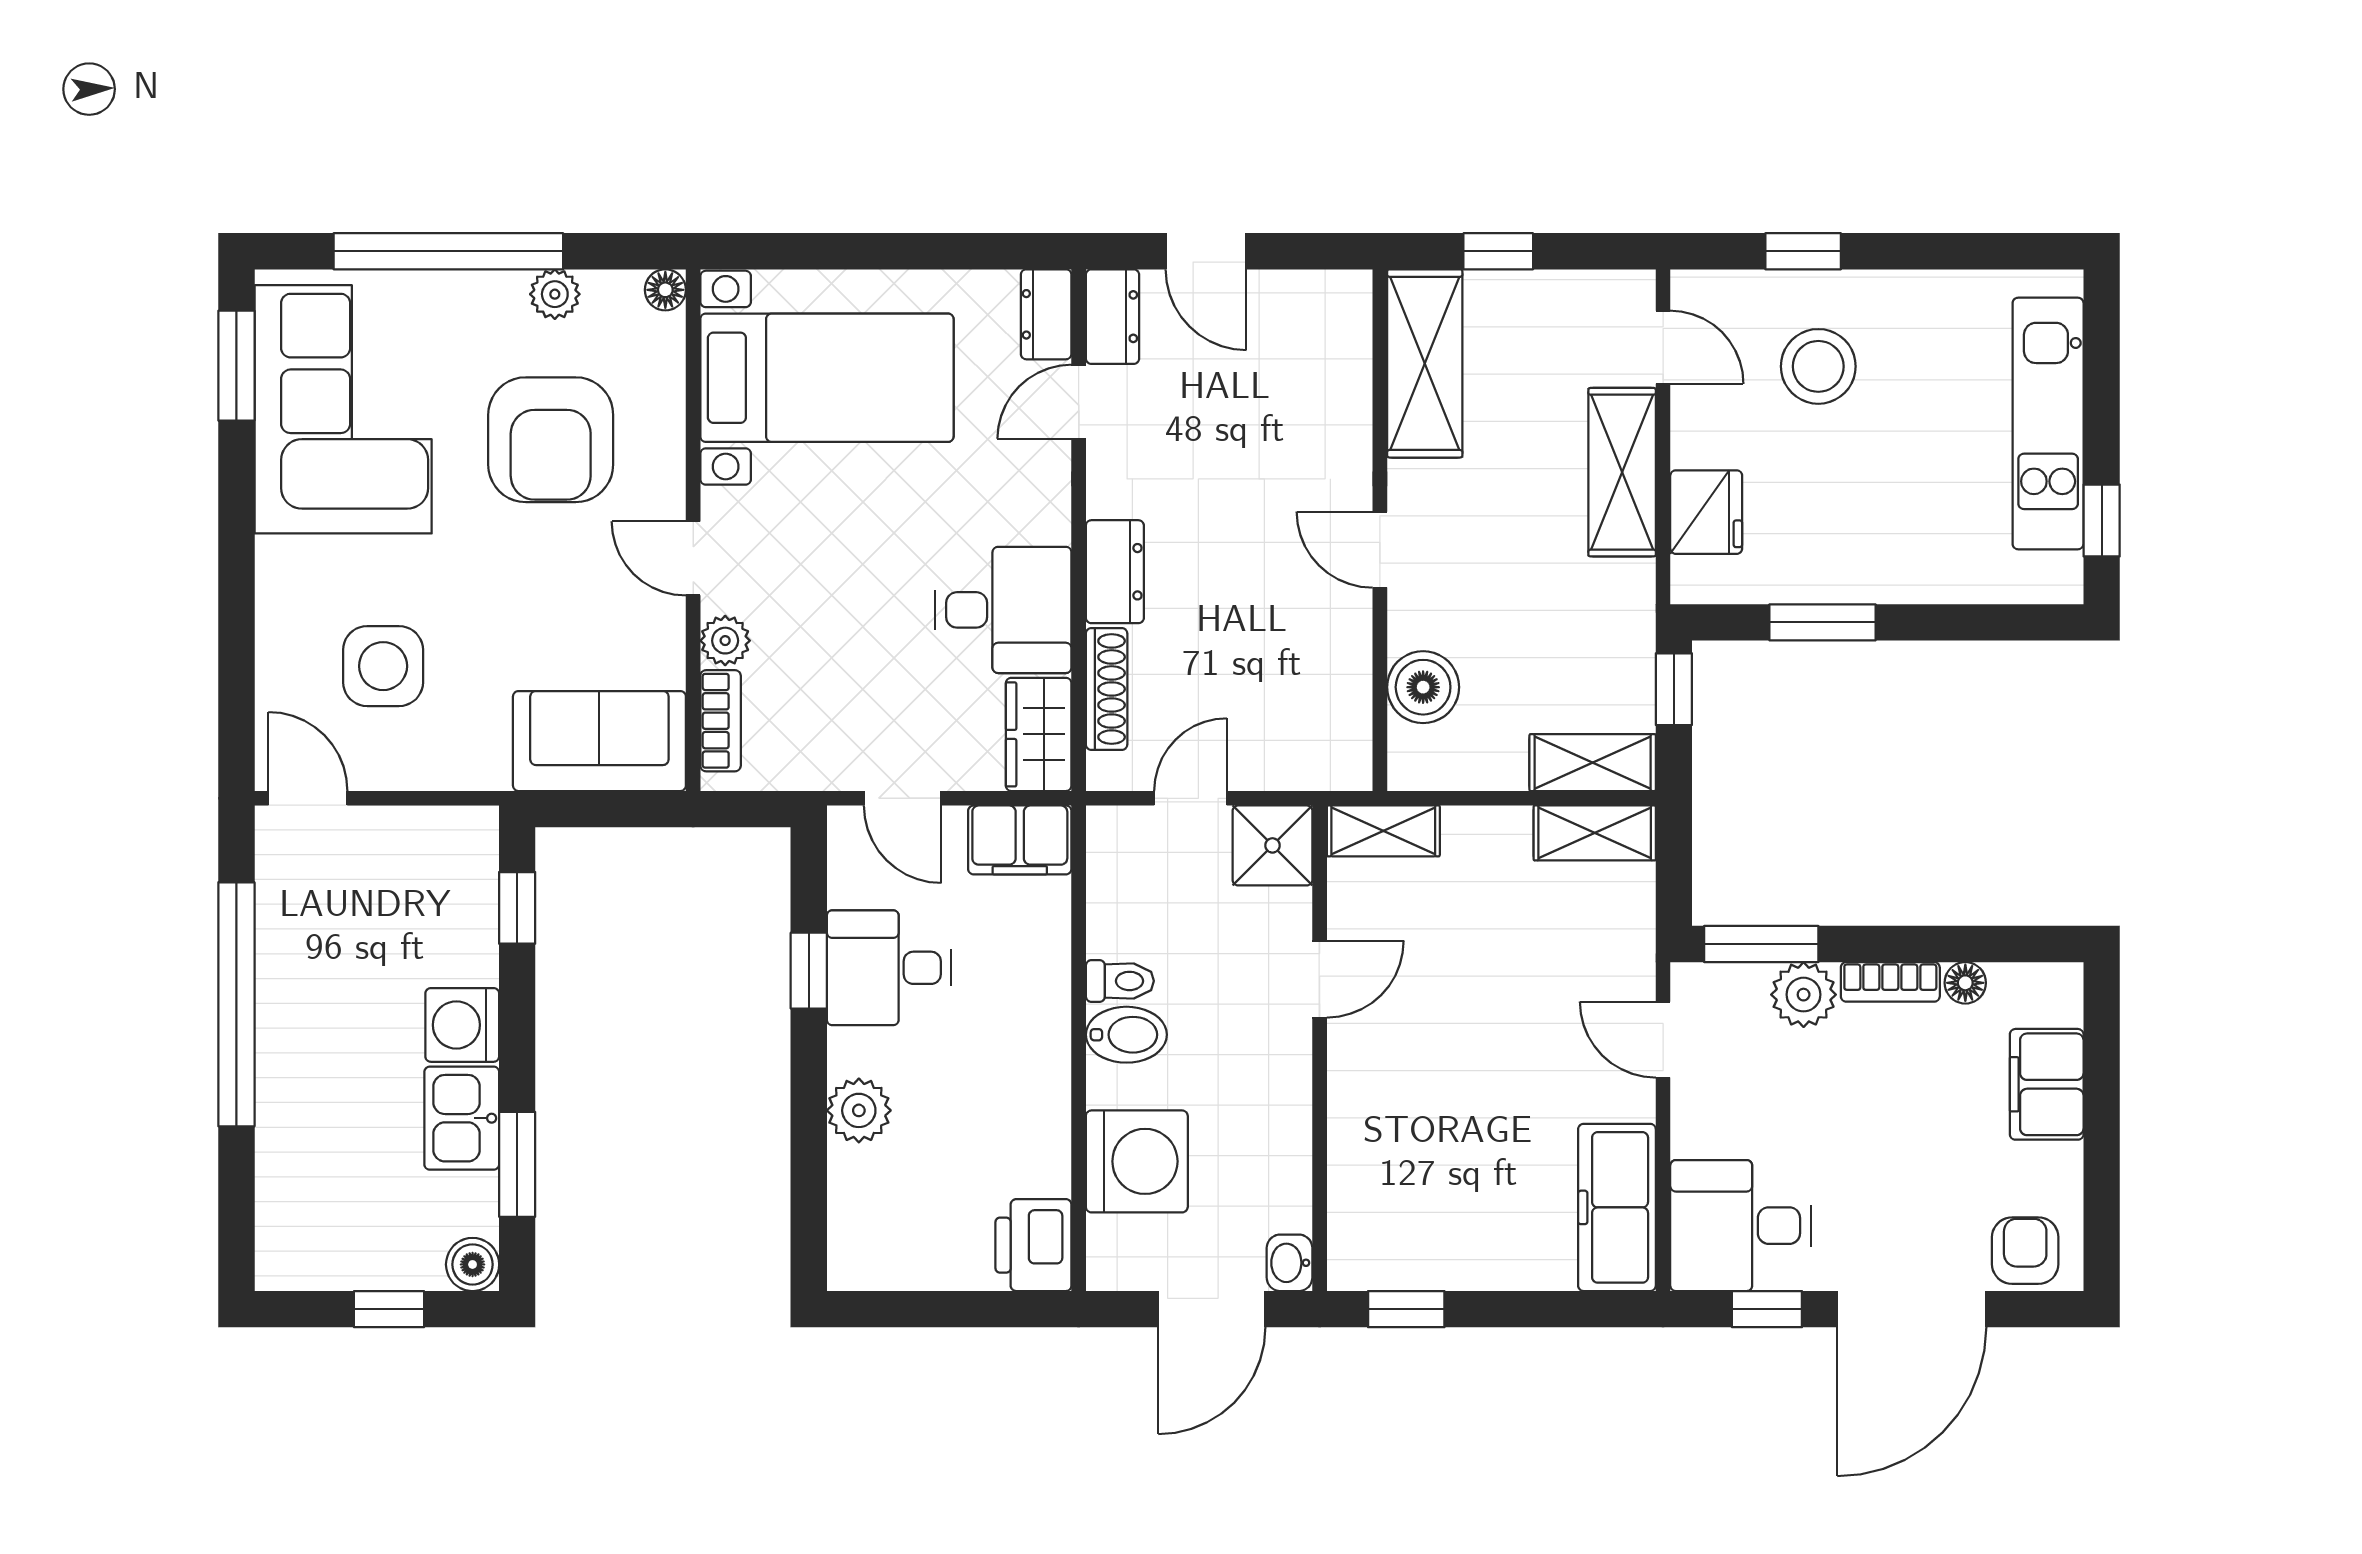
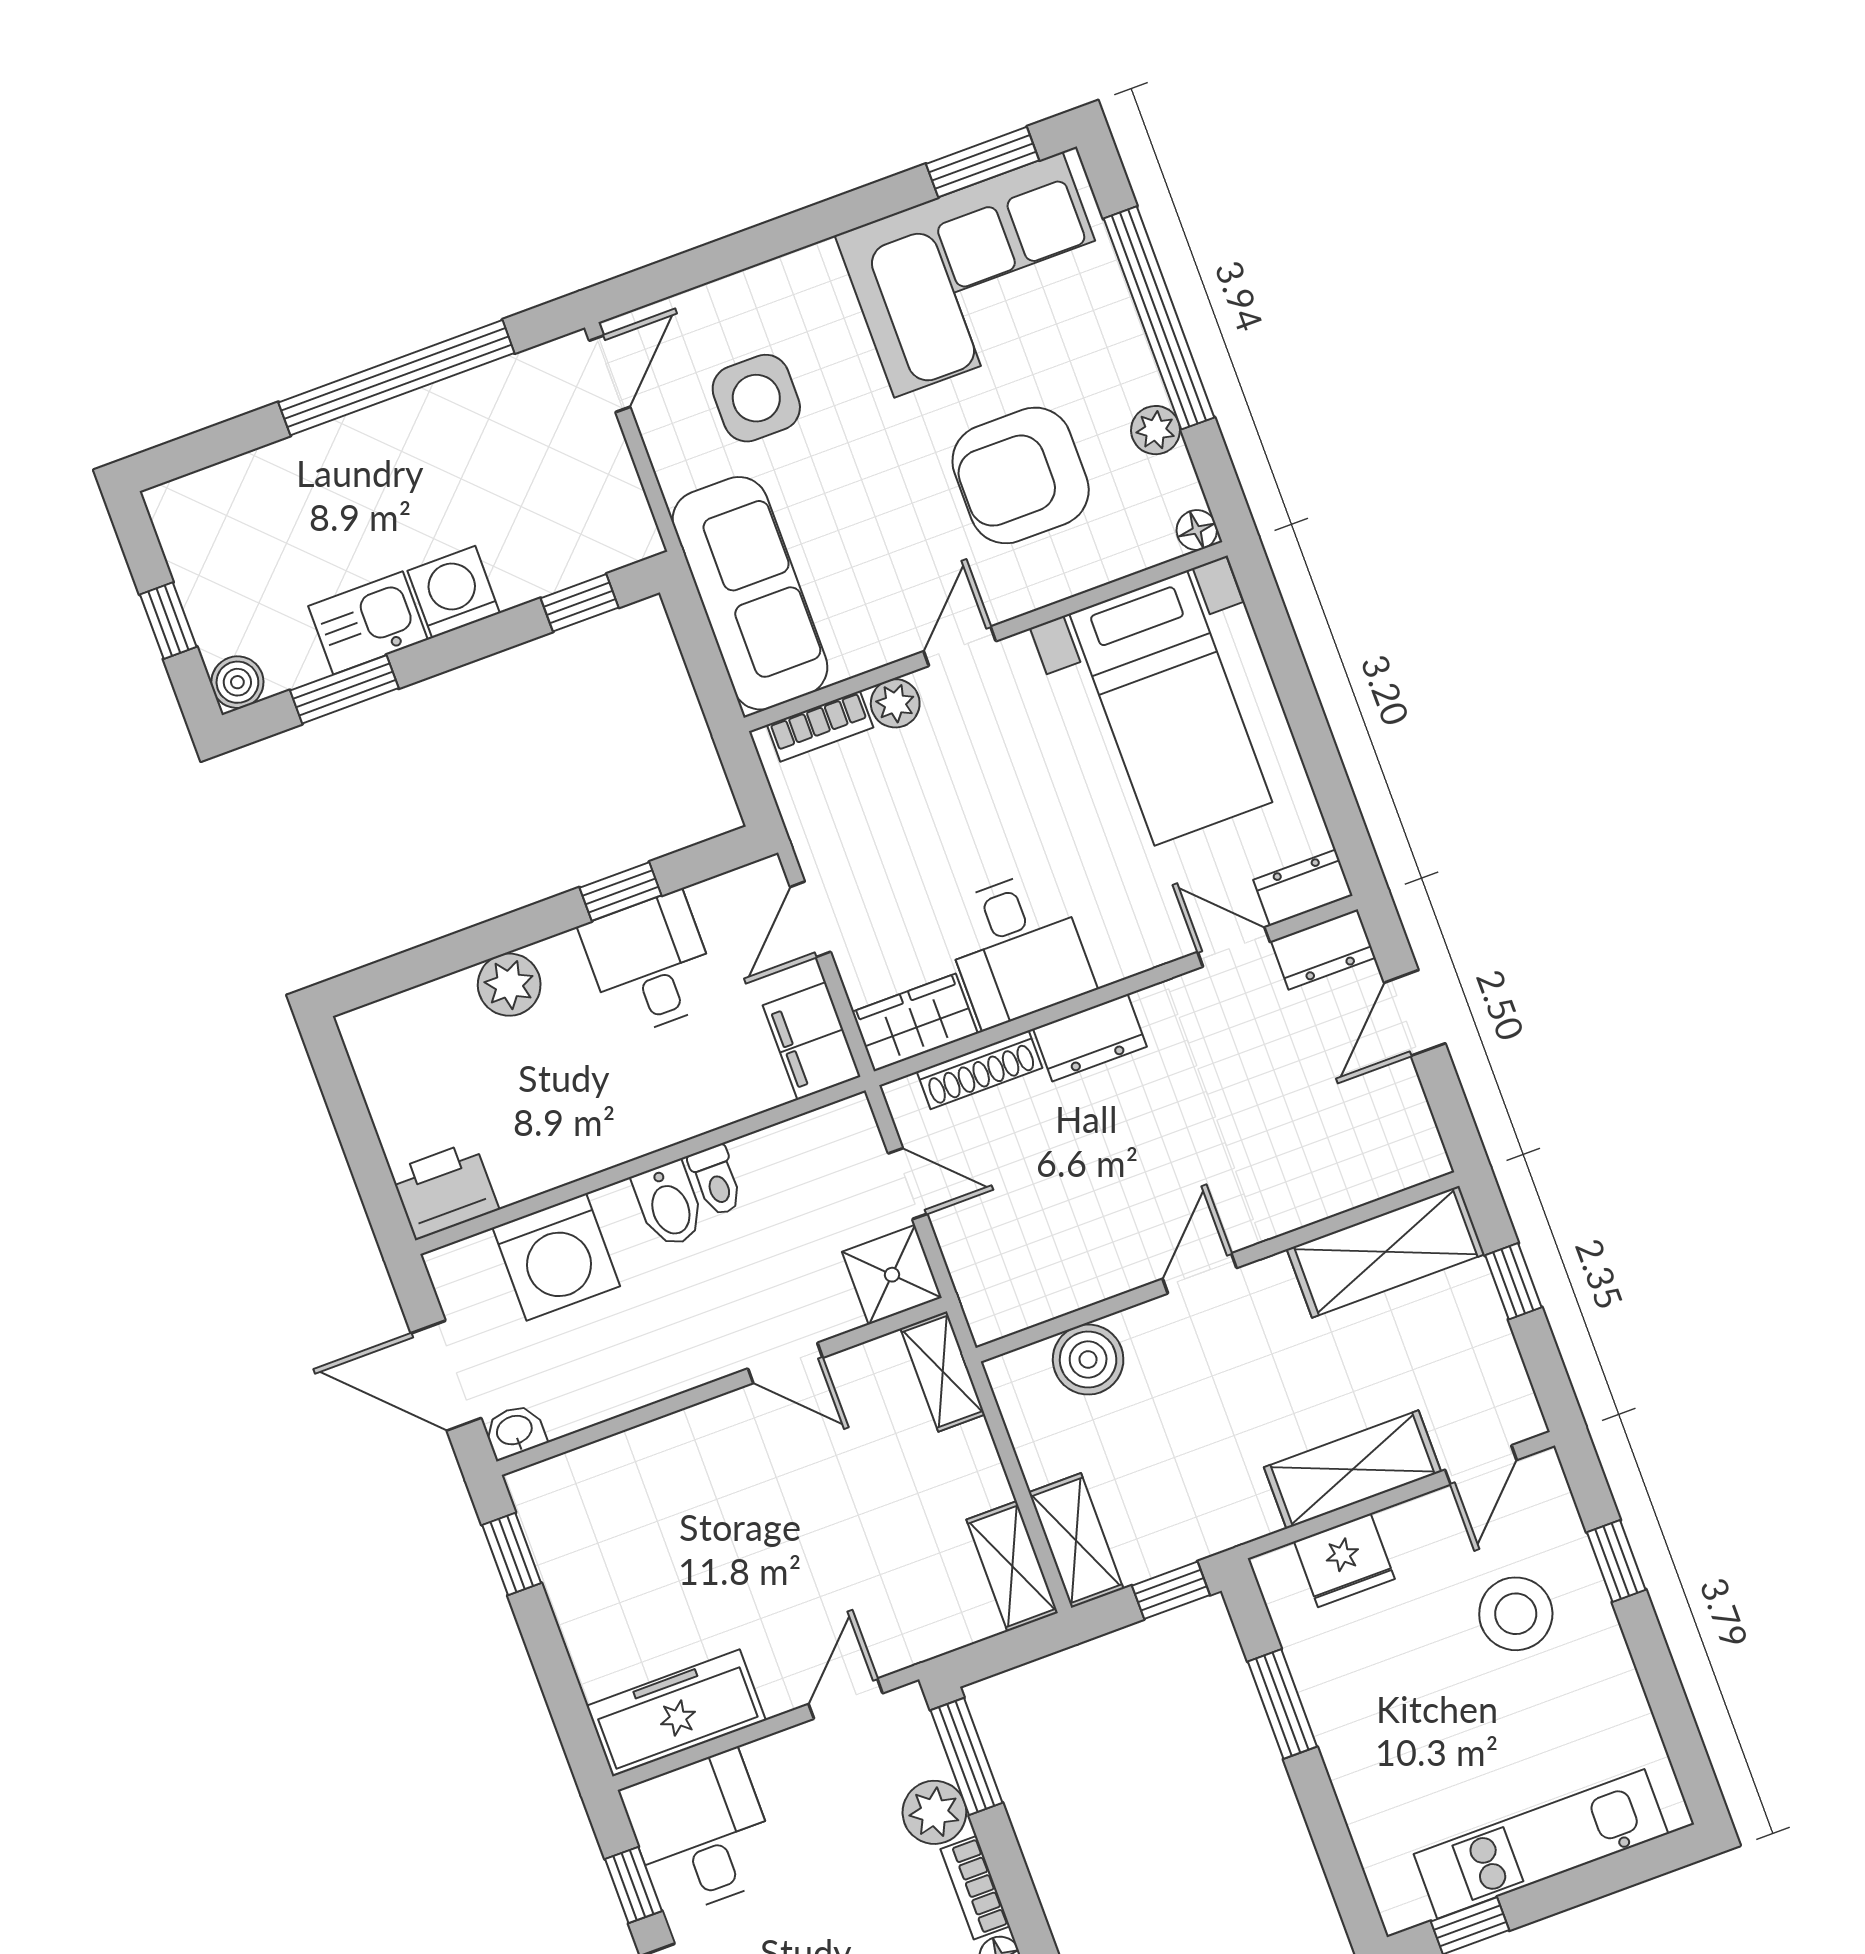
sofa: (599, 741) -> (750, 593), width x1.36

